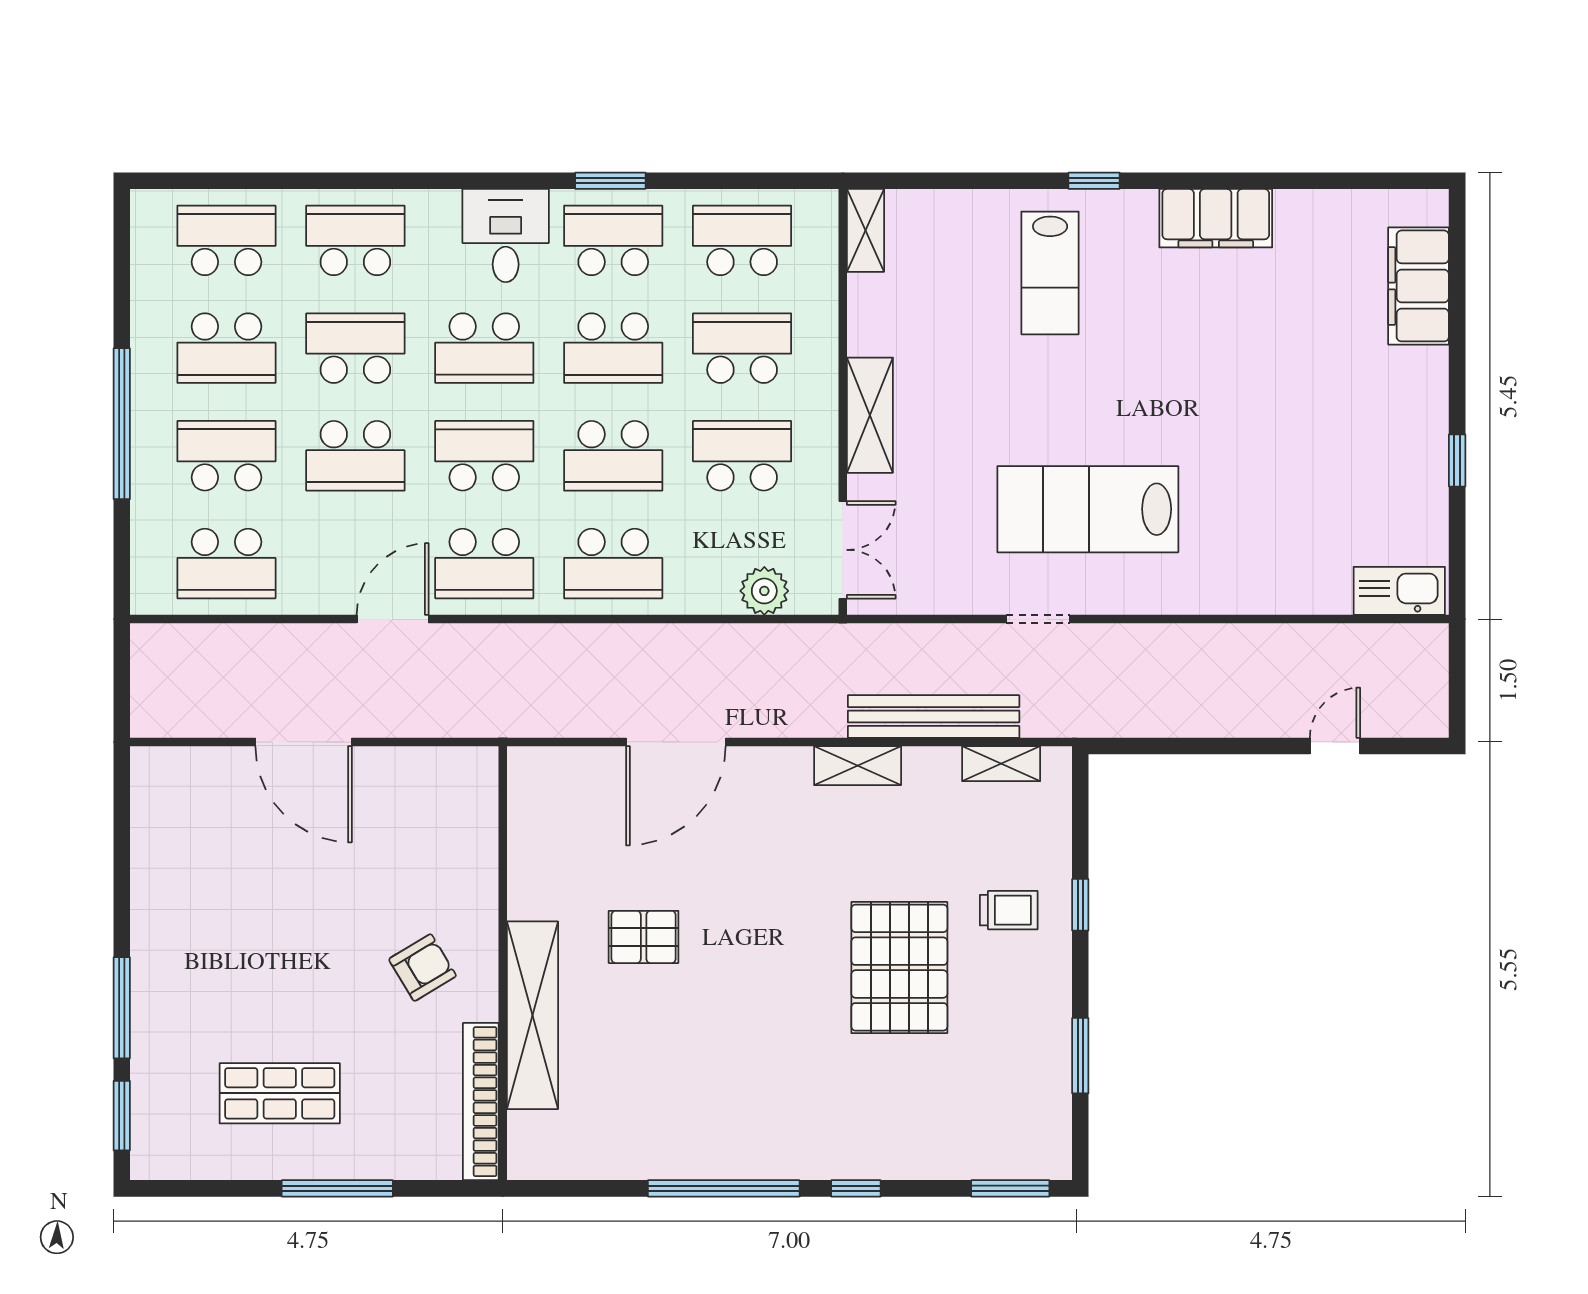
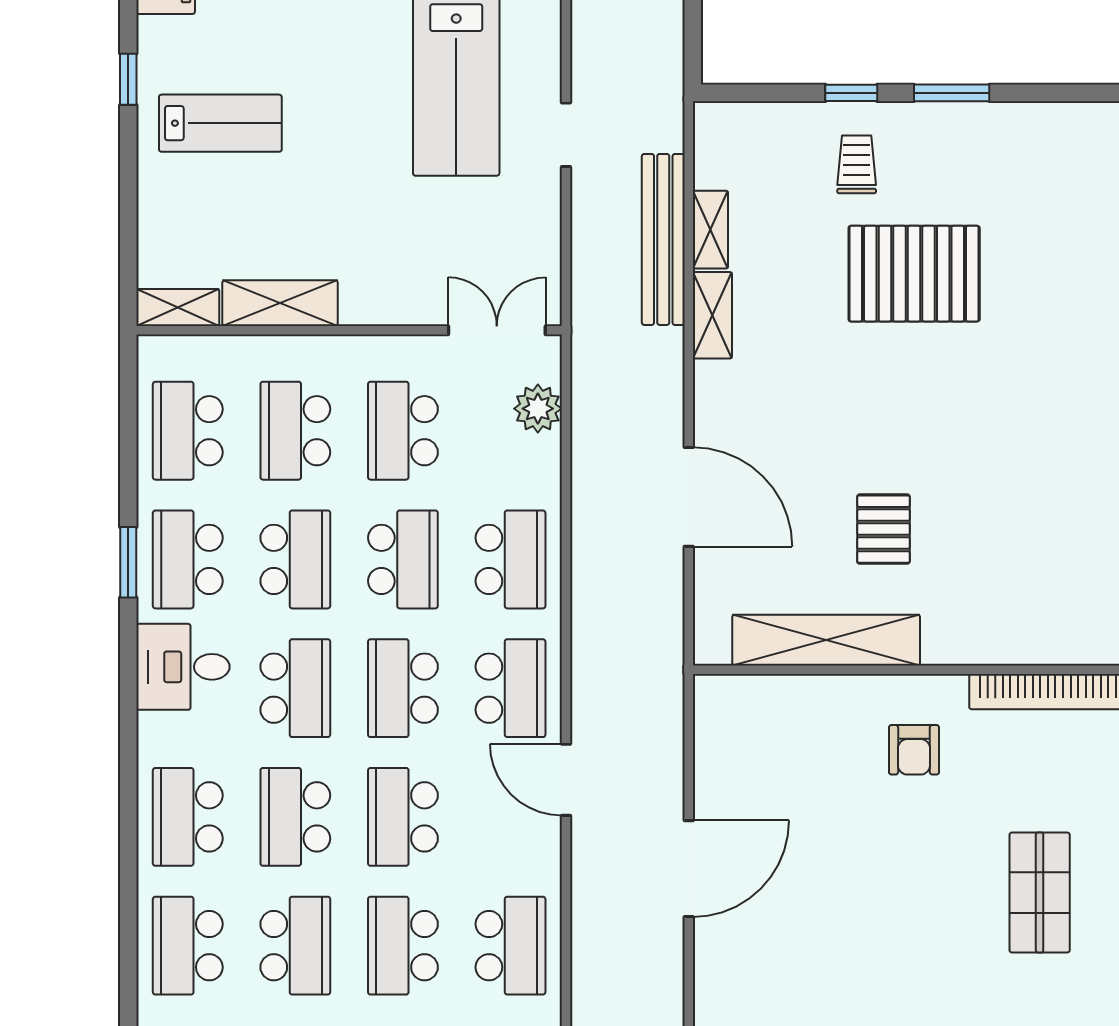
shelving: (870, 415) -> (280, 303), moved
school desk: (355, 456) -> (403, 817), turned 180
shelving: (1001, 764) -> (710, 230), moved
armchair: (423, 968) -> (914, 750), turned -149
shelving: (532, 1015) -> (826, 640), moved
window: (1080, 1056) -> (952, 93), moved

